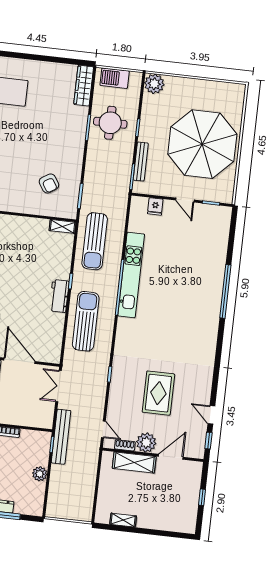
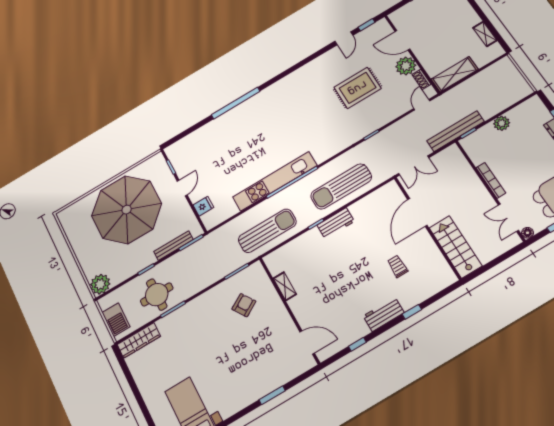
shelving: (63, 226) -> (285, 286), moved
shelving: (134, 462) -> (455, 74), moved, turned 90

